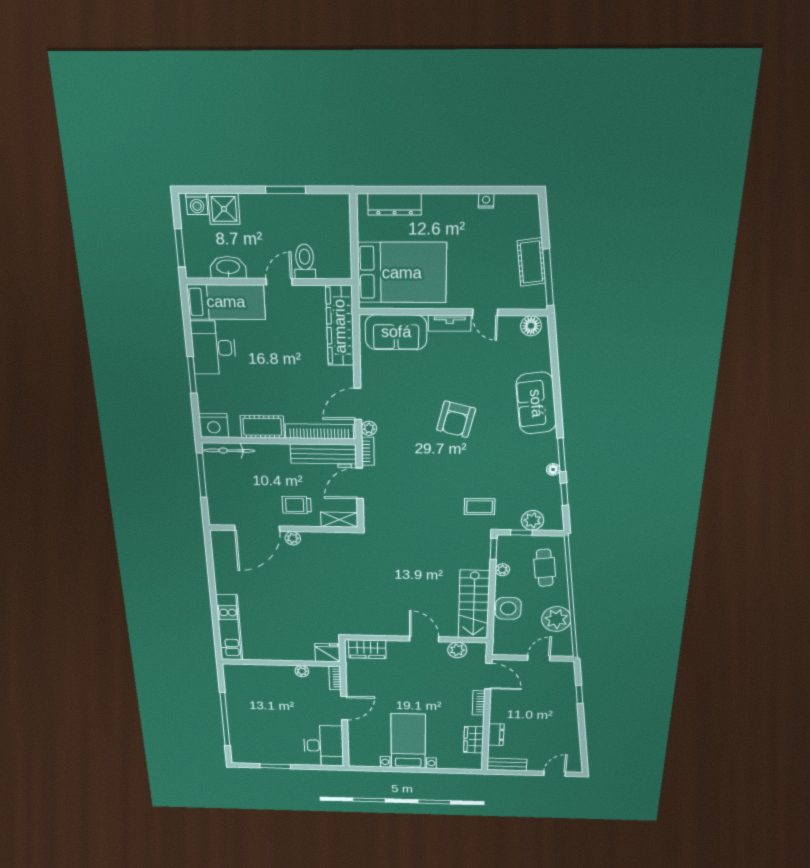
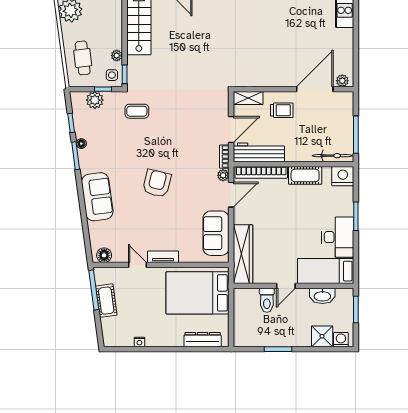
sofa: (396, 332) -> (216, 233), moved, turned -90
plant: (293, 538) -> (342, 81), moved
side table: (508, 608) -> (112, 75), moved, width x0.54, depth x0.54

